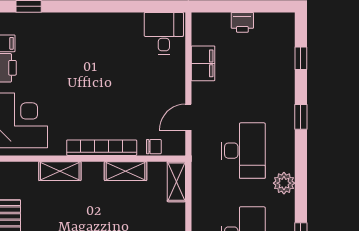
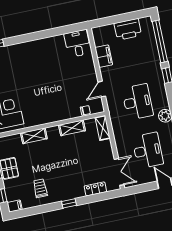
printer: (242, 22) -> (128, 29), width x1.87, depth x1.48
window: (301, 58) -> (160, 41), width x3.17
bookcase: (102, 148) -> (55, 117), removed

